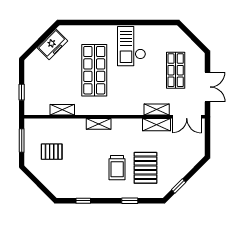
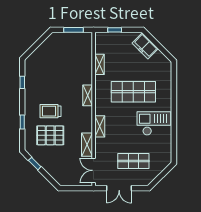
freezer: (52, 44) -> (145, 46), moved
shelving: (157, 110) -> (100, 126), moved
pallet: (52, 152) -> (64, 56), removed

